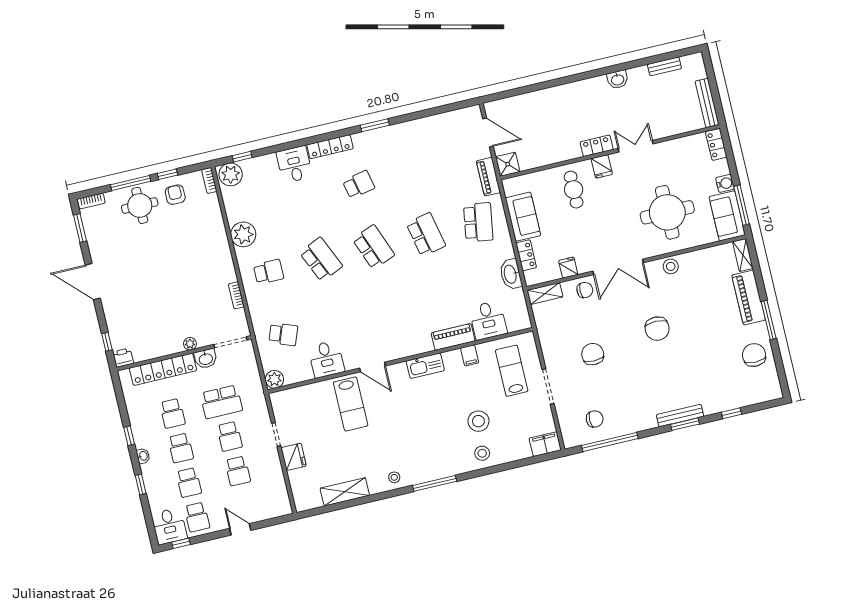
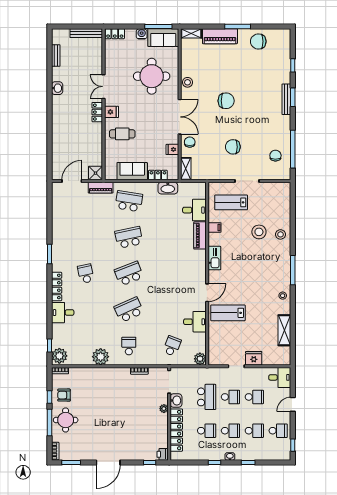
lab bench: (351, 404) -> (228, 313), turned 180
filing cabinet: (545, 444) -> (284, 192), removed
desk: (169, 526) -> (280, 377), moved

